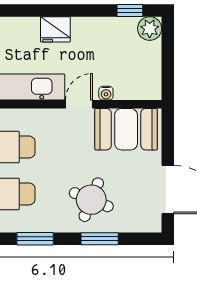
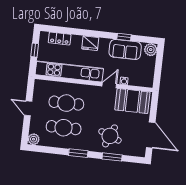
window: (130, 11) -> (124, 37), moved
fridge: (55, 29) -> (90, 43), moved
sofa: (102, 34) -> (125, 50), added

